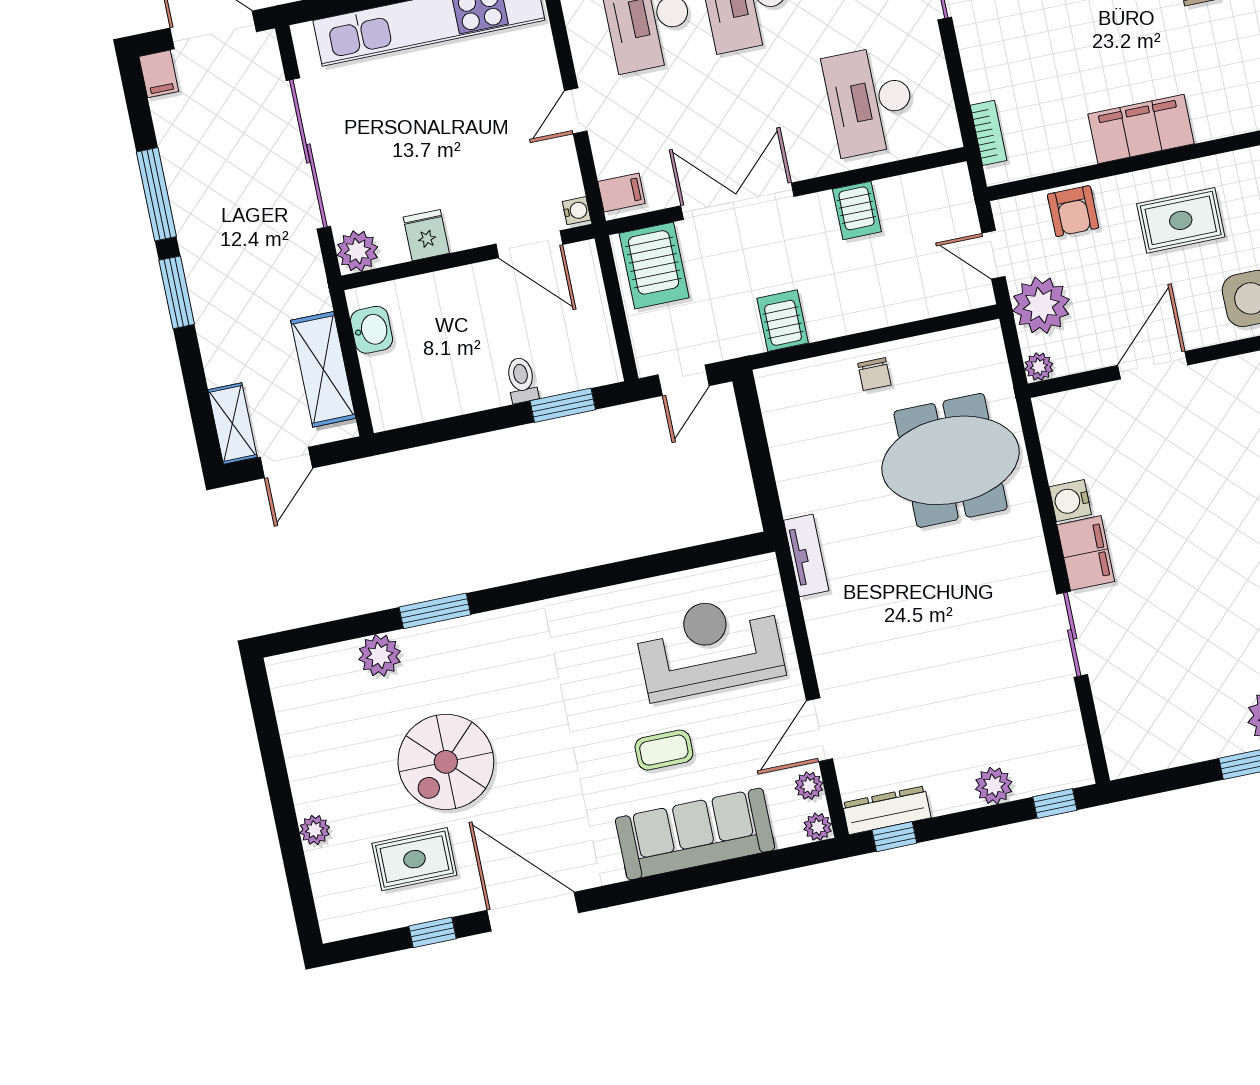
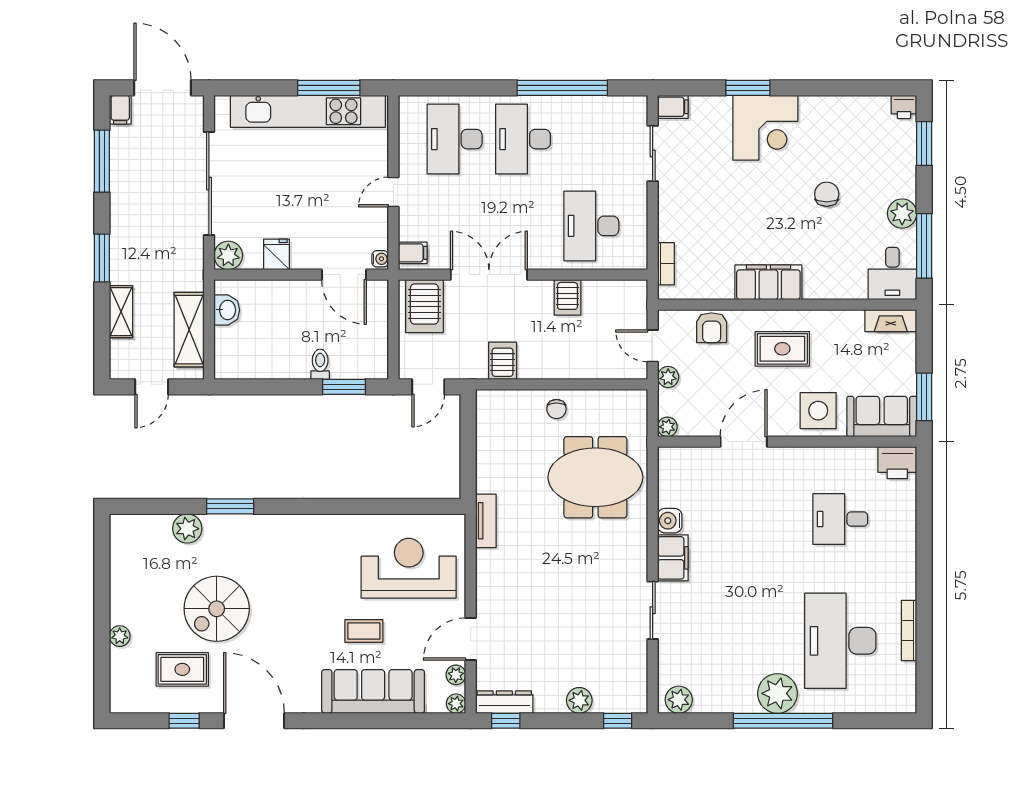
window: (156, 194) -> (102, 161), moved
plant: (1041, 305) -> (668, 377), width x0.53, depth x0.53
shelving: (233, 424) -> (121, 312), moved
plant: (1136, 755) -> (679, 700), added

